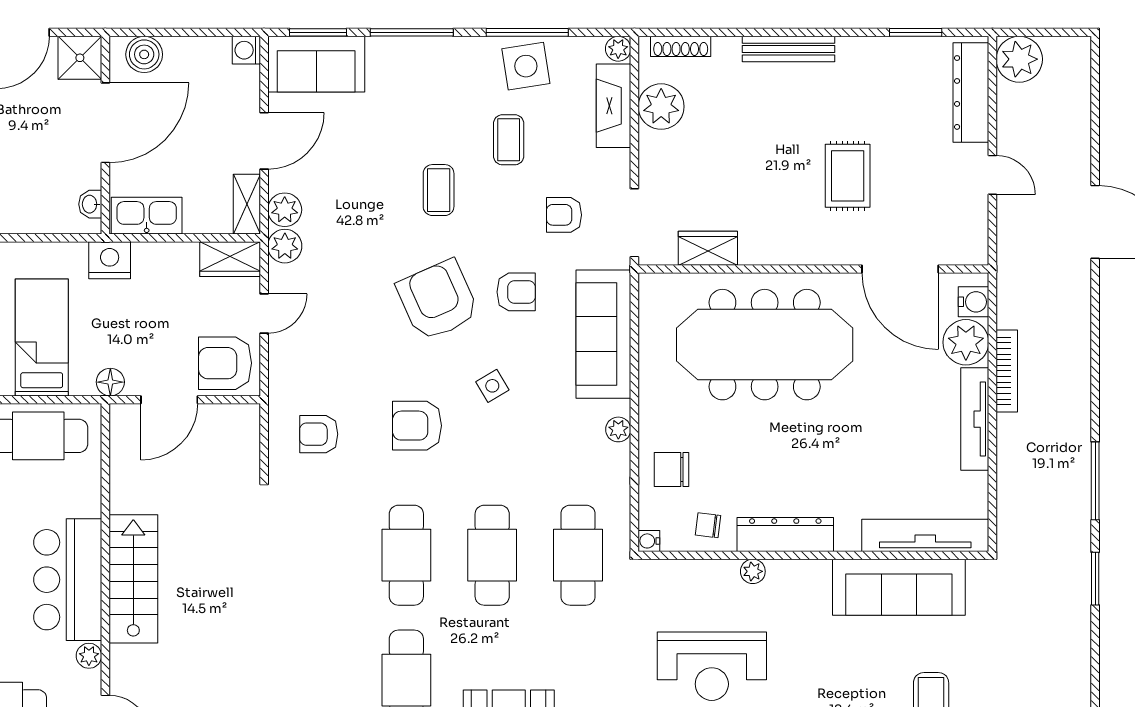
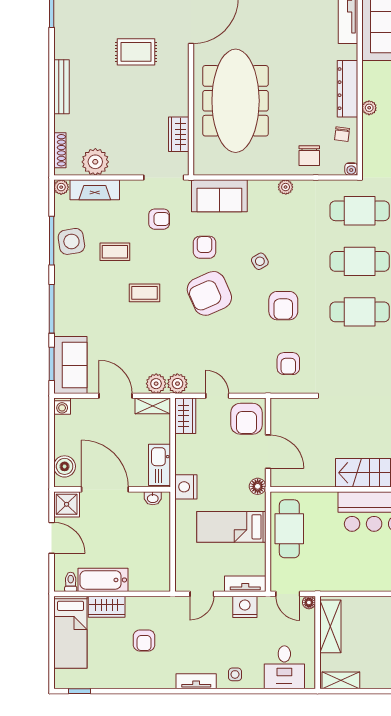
armchair: (564, 215) -> (159, 219), turned -90
sofa: (603, 334) -> (219, 196), width x0.73

